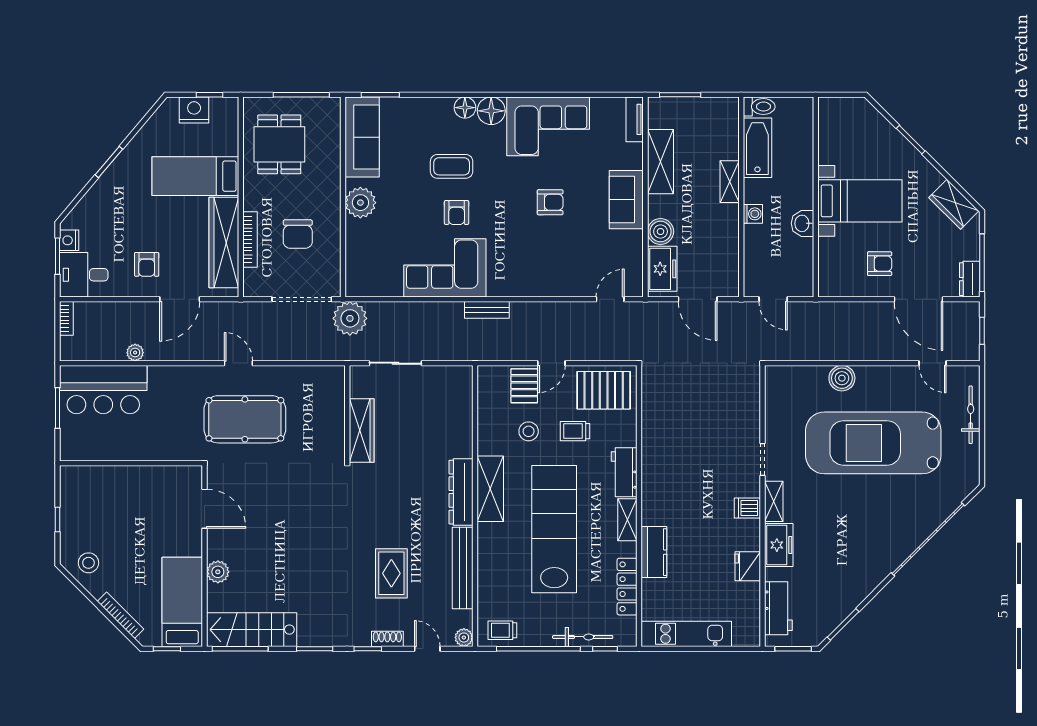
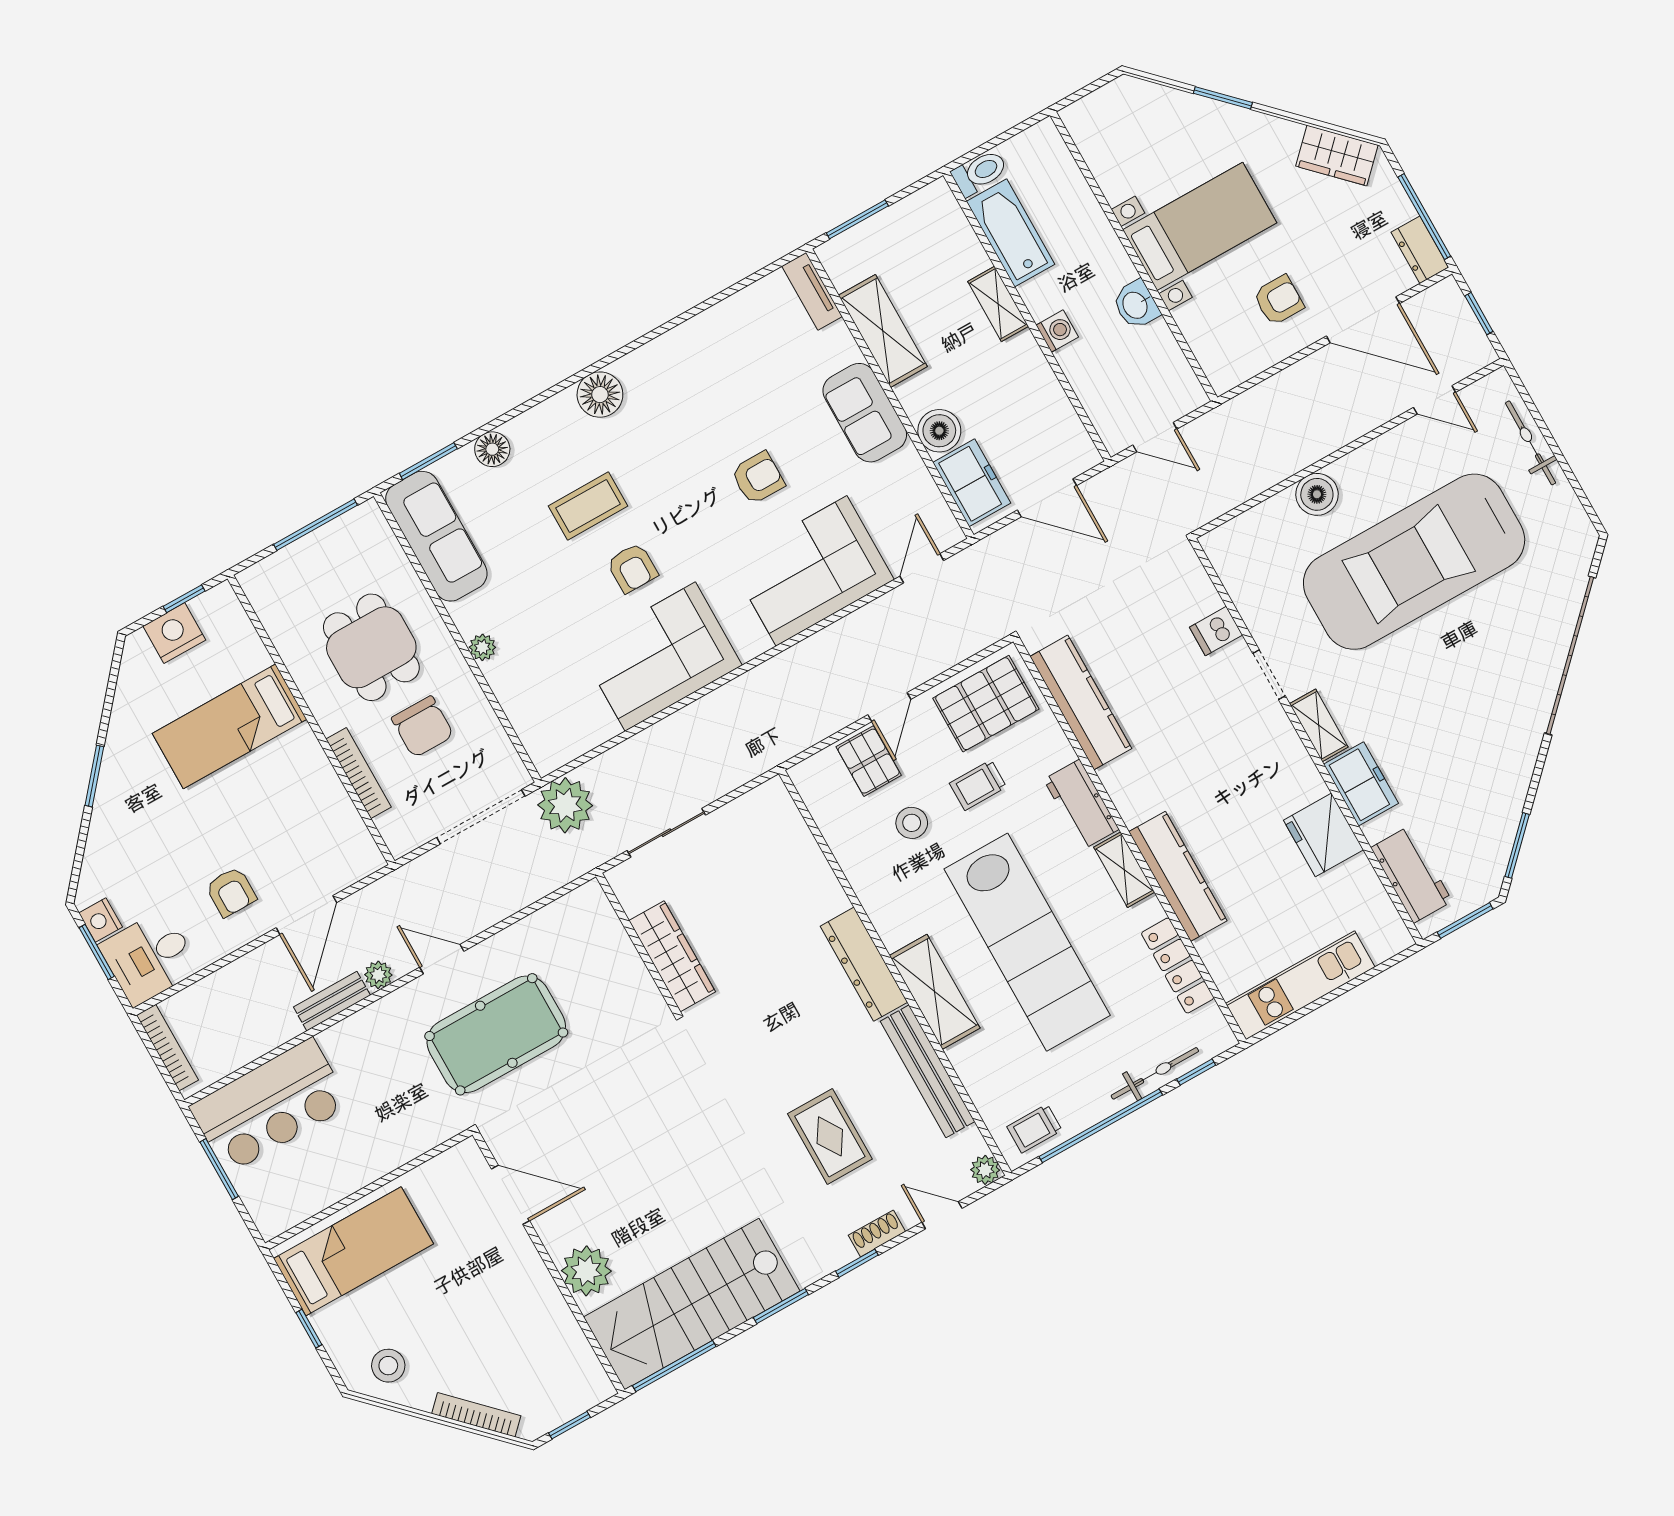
floor lamp: (465, 108) -> (492, 449), moved
corner sofa: (548, 126) -> (812, 571), moved, turned 180
dining table: (279, 144) -> (371, 647), moved
plant: (360, 203) -> (482, 647), width x0.53, depth x0.53
wardrobe: (224, 243) -> (324, 799), removed
bench: (487, 310) -> (332, 1001), moved
bookcase: (66, 318) -> (167, 1048), width x1.56
plant: (135, 353) -> (378, 975), moved
kitchen counter: (654, 418) -> (1081, 702), added
shelving: (490, 489) -> (935, 992), moved
dishwasher: (747, 508) -> (1216, 631), moved
lab bench: (554, 529) -> (1027, 942), turned 180
kitchen counter: (654, 552) -> (1178, 876), width x1.50
fridge: (748, 566) -> (1324, 835), width x1.36, depth x1.34
plant: (218, 572) -> (586, 1271), width x1.36, depth x1.36
bed: (182, 602) -> (354, 1251), moved, turned 90
stairs: (252, 630) -> (692, 1304), width x1.36, depth x1.51

